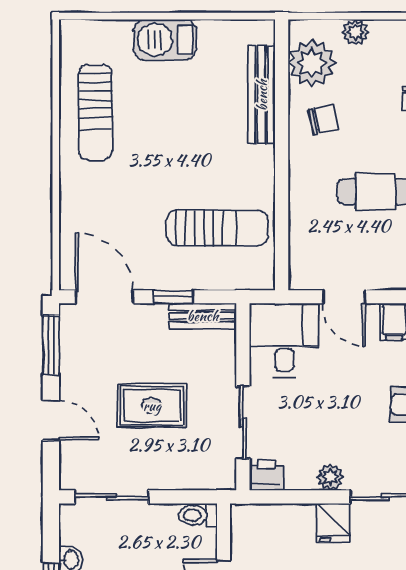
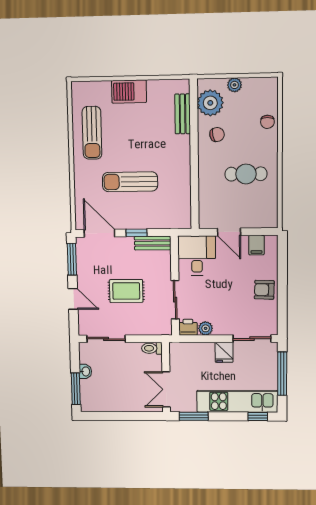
bench: (262, 95) -> (183, 114), width x0.73
sun lounger: (217, 228) -> (130, 182), moved, turned 180
plant: (330, 477) -> (206, 328), moved

